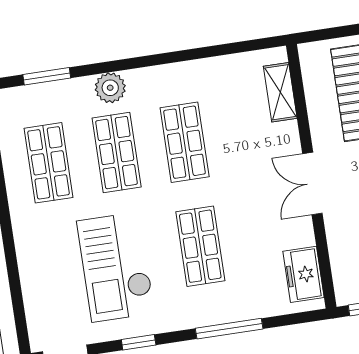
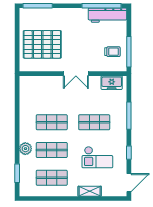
shelving: (280, 92) -> (90, 191), moved
checkout: (116, 267) -> (97, 157), width x0.73, depth x0.83

